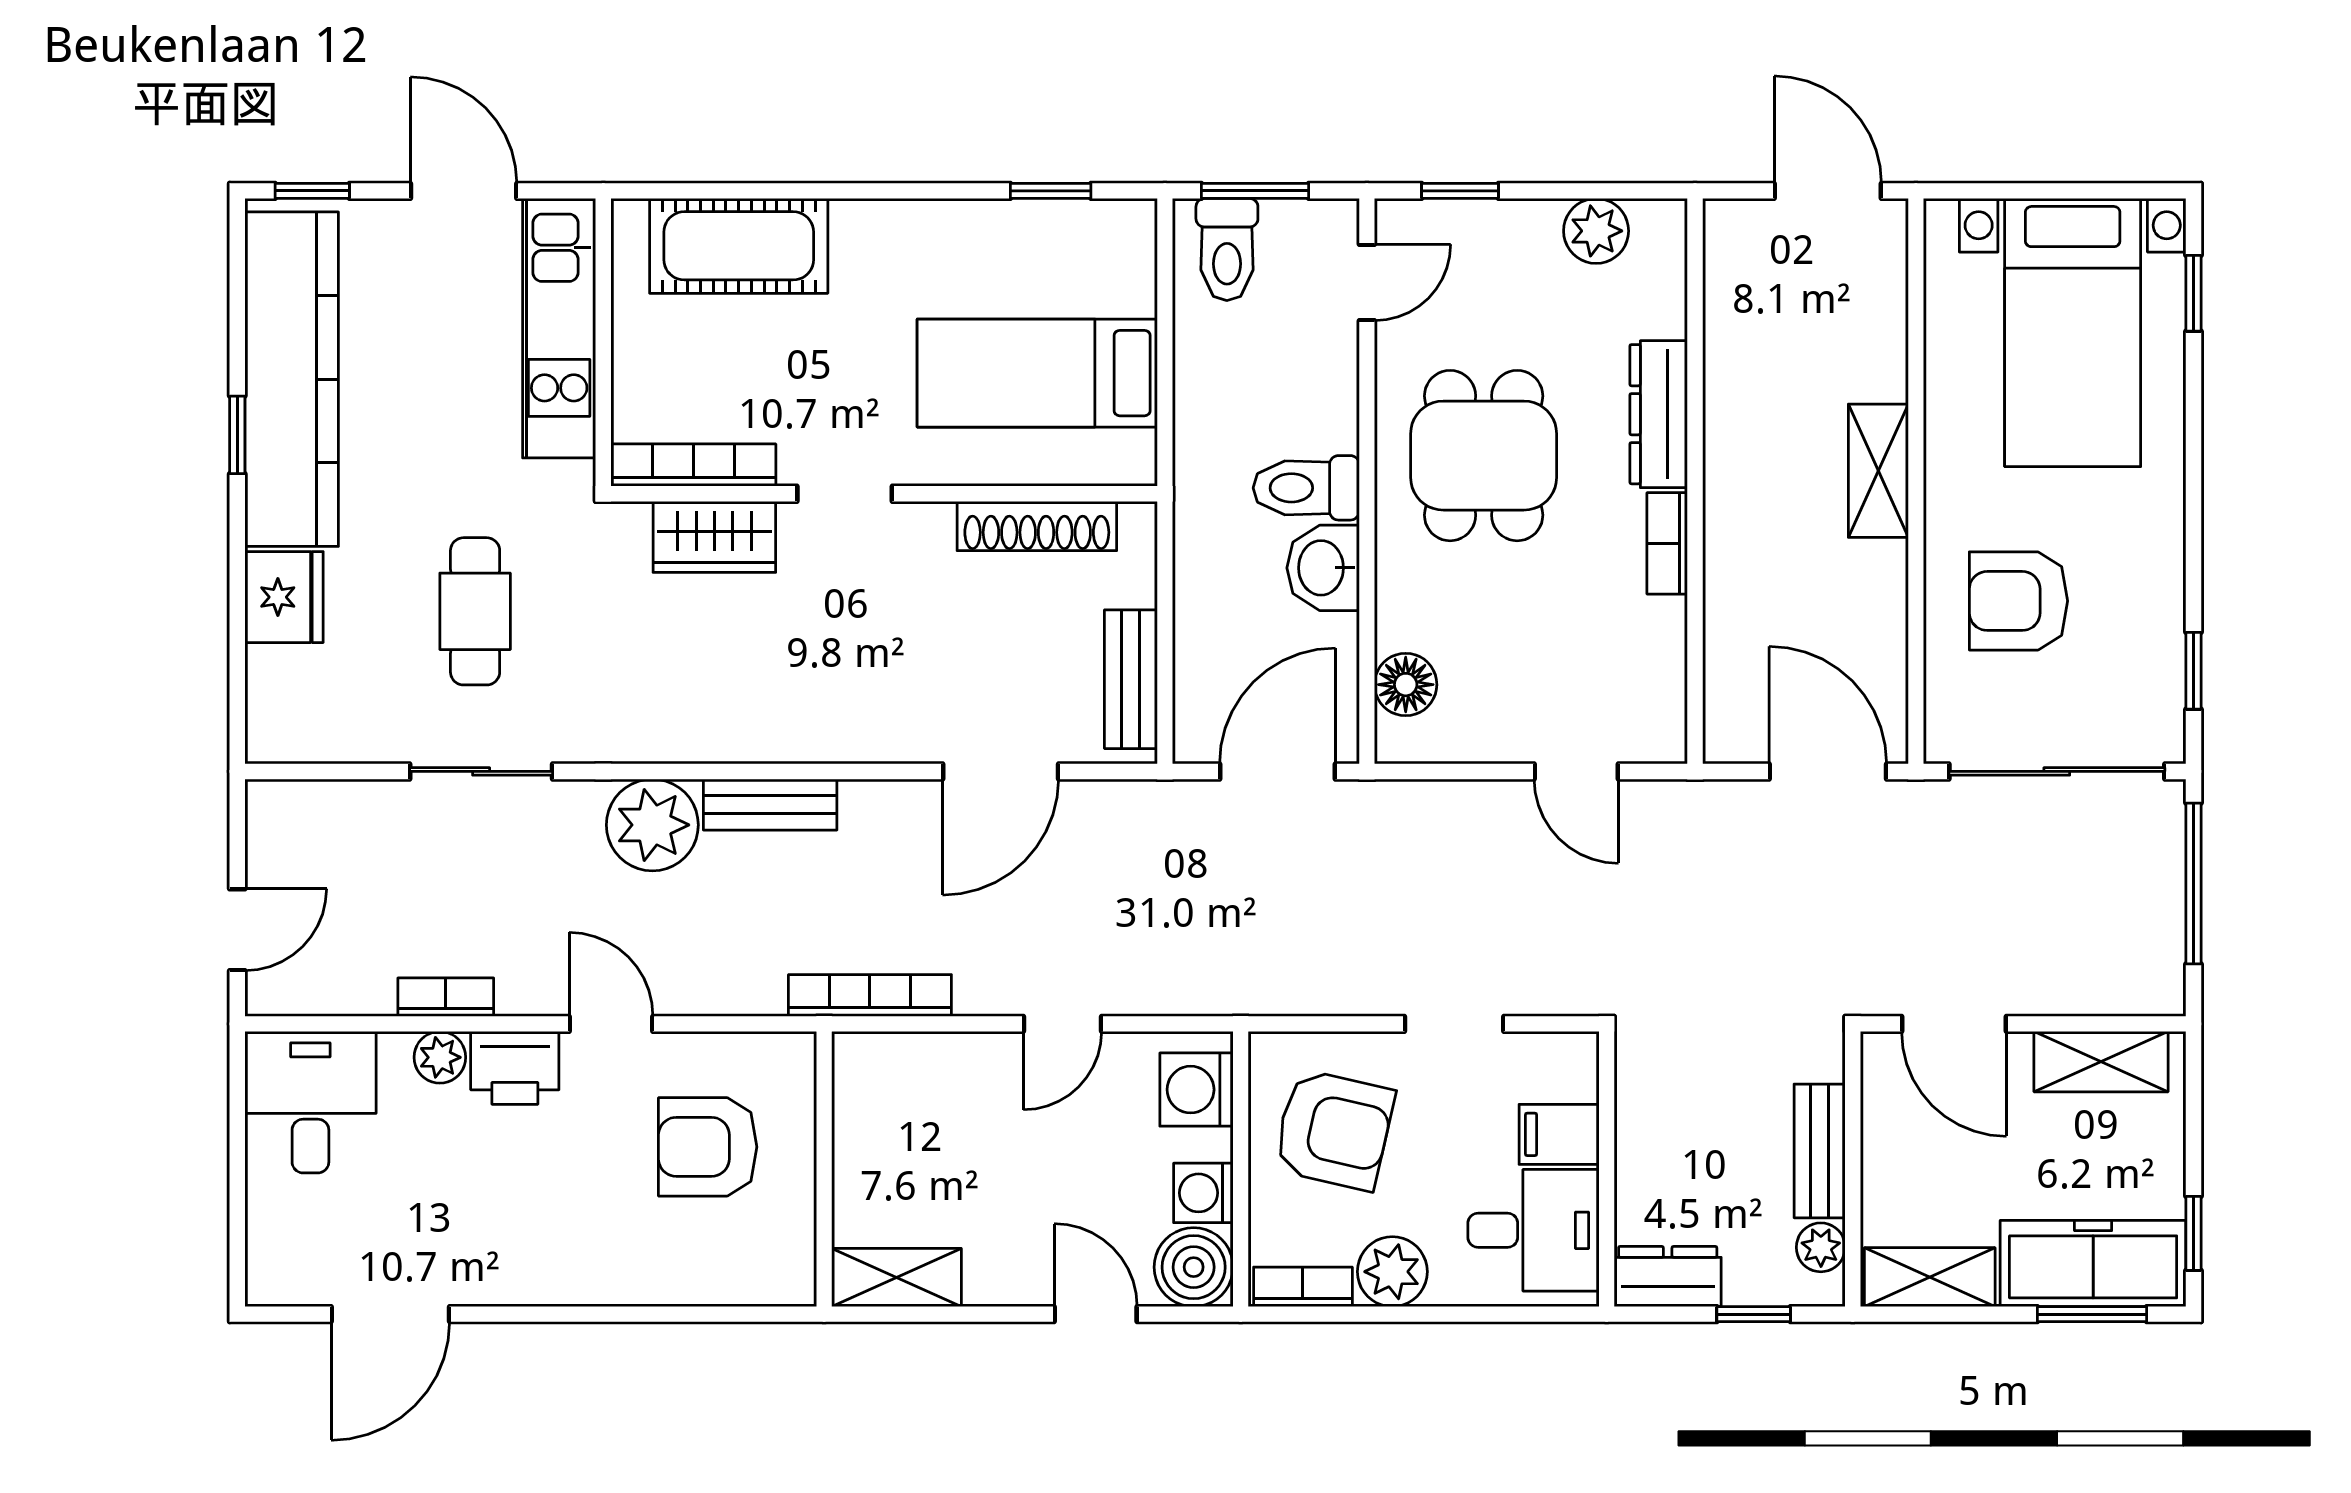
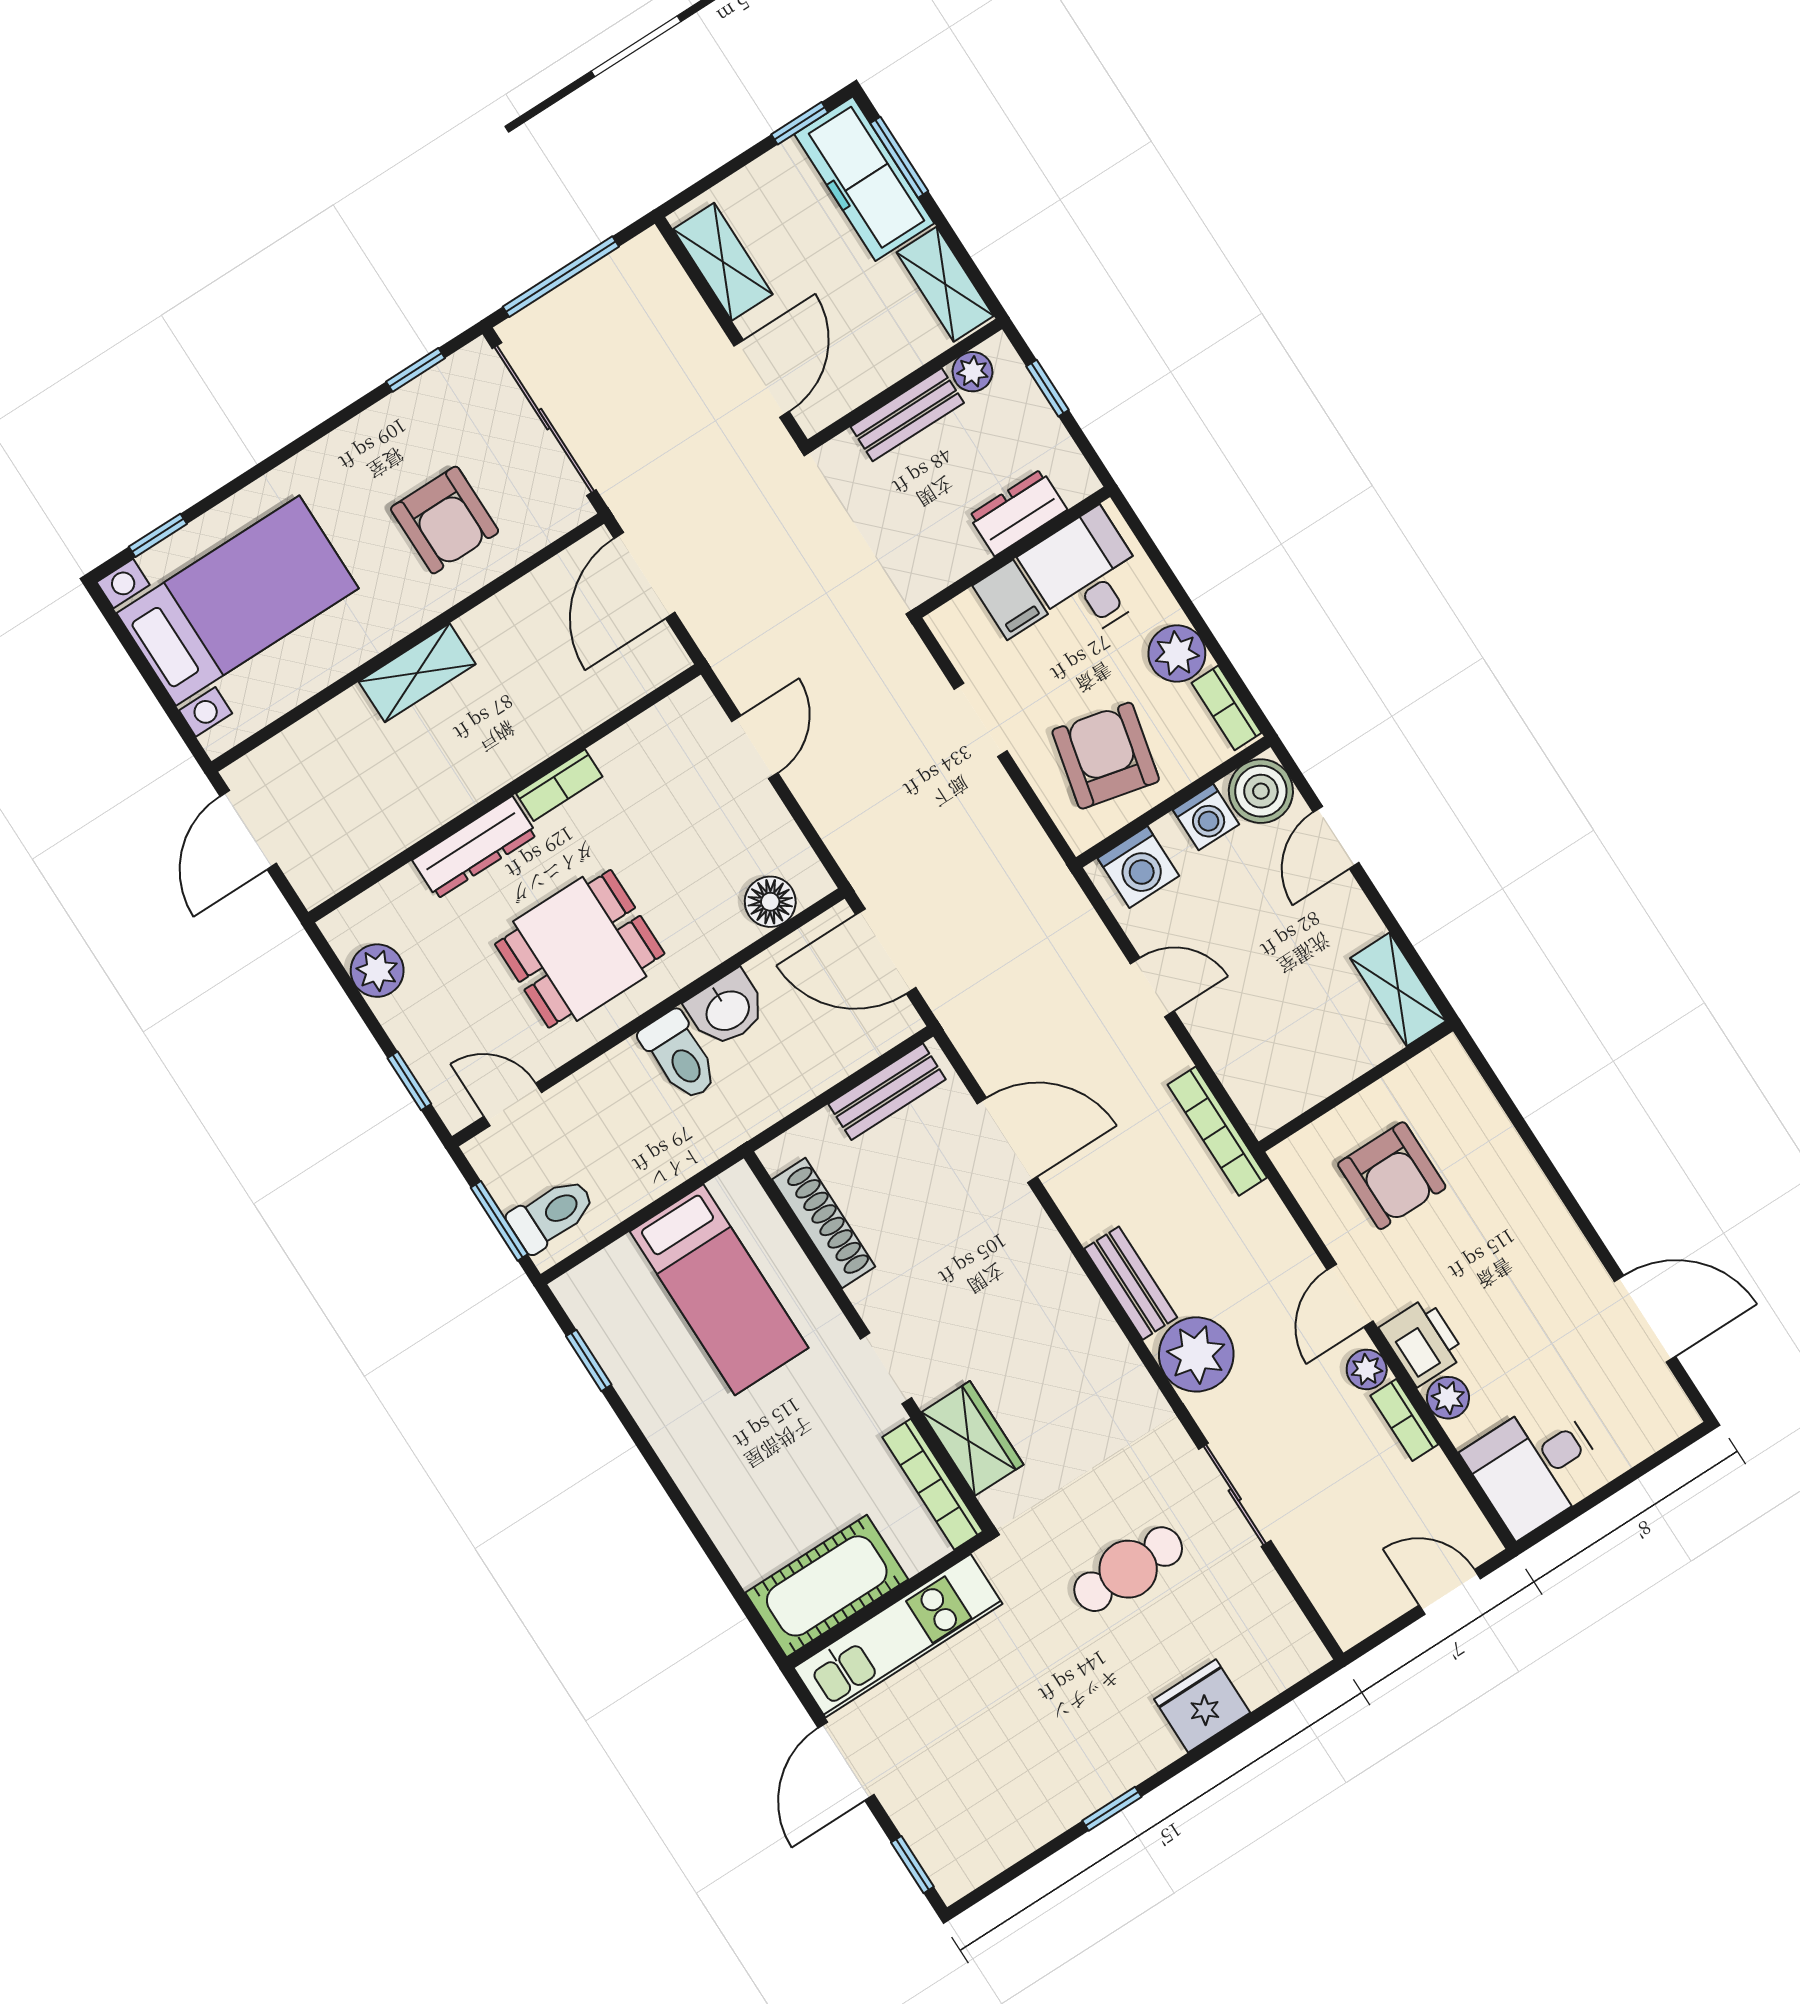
cot: (739, 246) -> (827, 1586), moved, turned 90
kitchen counter: (292, 379) -> (1050, 1796), removed
plant: (523, 992) -> (1367, 1369), added
dresser: (1668, 1277) -> (1018, 513), moved, turned 90

